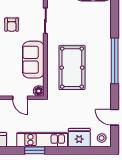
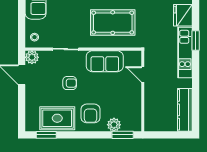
floor lamp: (39, 91) -> (136, 56), removed
door: (20, 98) -> (143, 74), swing flipped
window: (35, 150) -> (196, 41), moved

